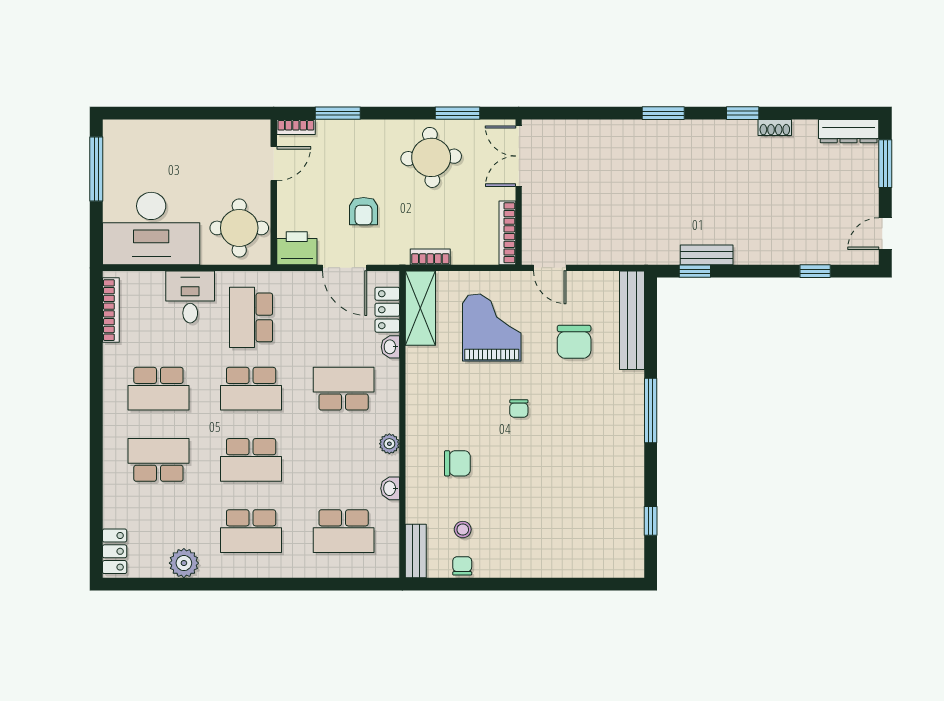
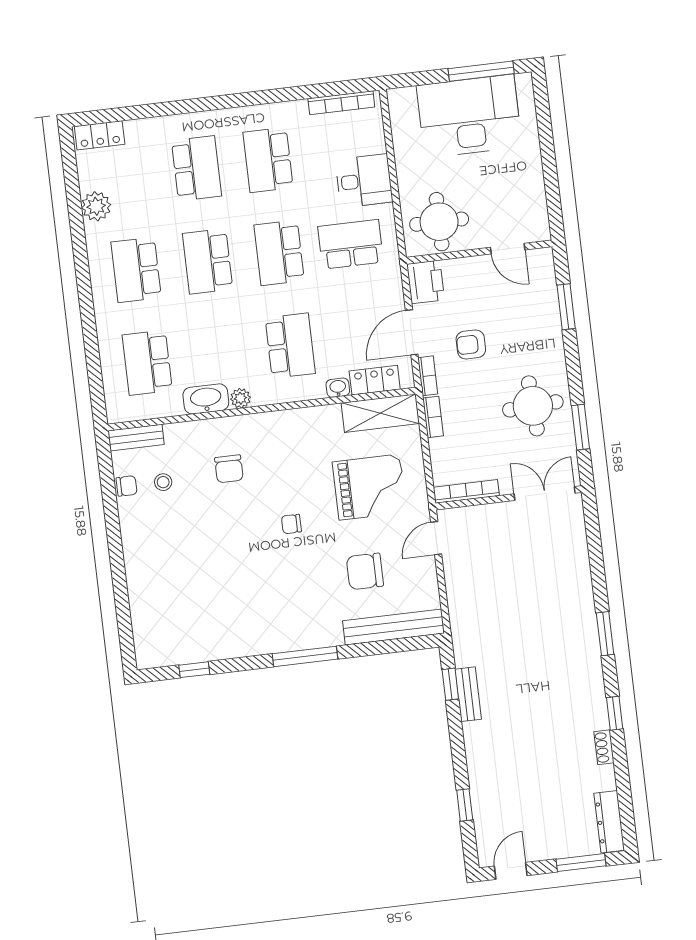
bookcase: (296, 127) -> (428, 376), moved, turned 180
desk: (151, 228) -> (469, 116), moved, turned 90
door: (885, 234) -> (511, 871), hinge flipped
washbasin: (390, 488) -> (206, 399), width x1.91, depth x1.45

